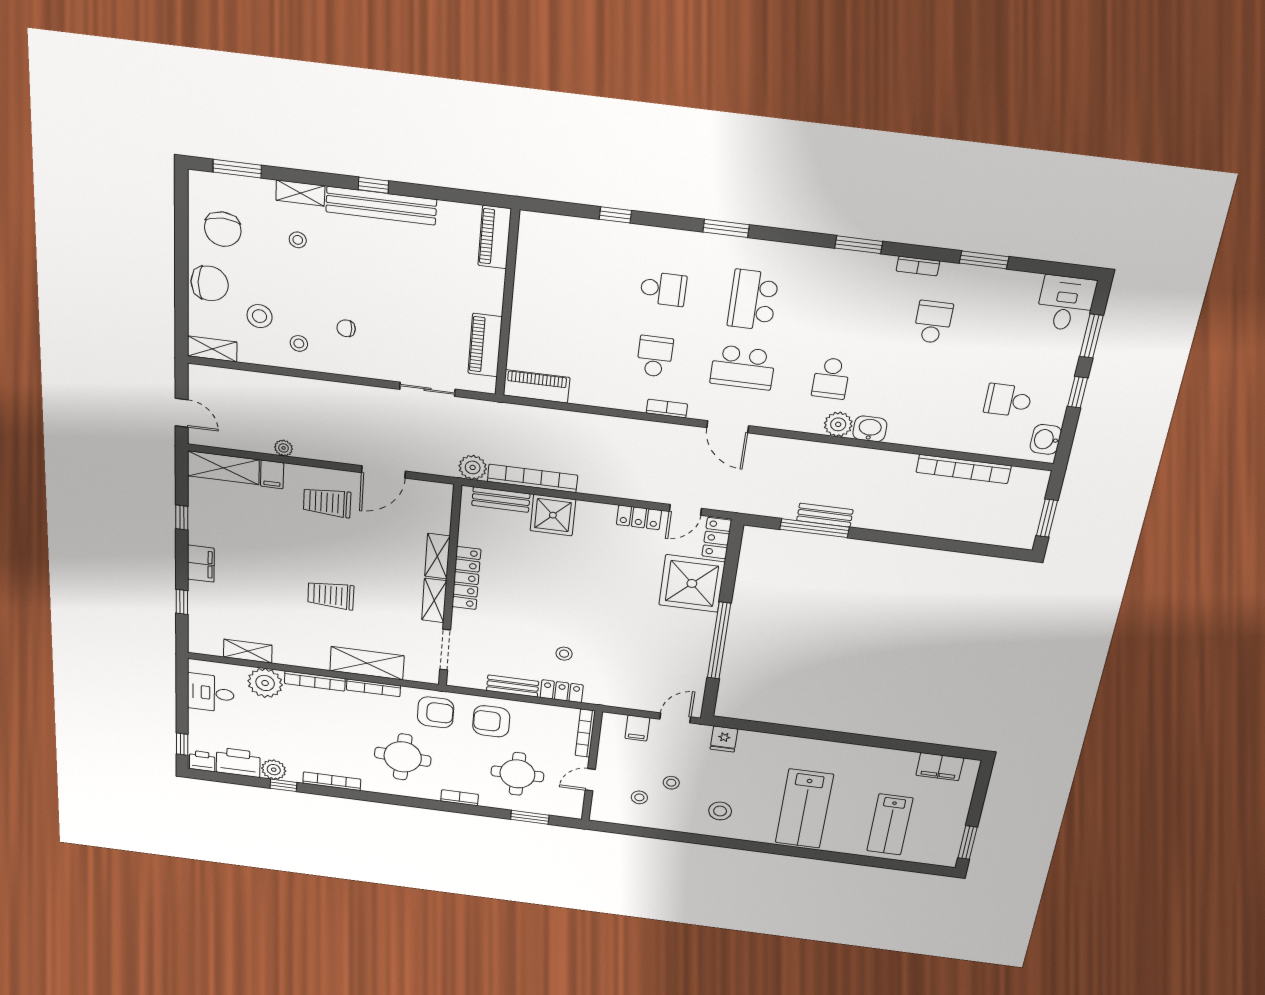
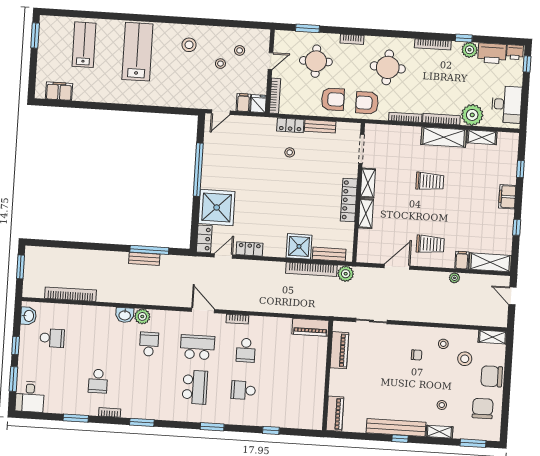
shelving: (367, 663) -> (444, 137), moved
desk: (211, 693) -> (507, 104), width x1.37
fridge: (724, 739) -> (258, 104), moved

